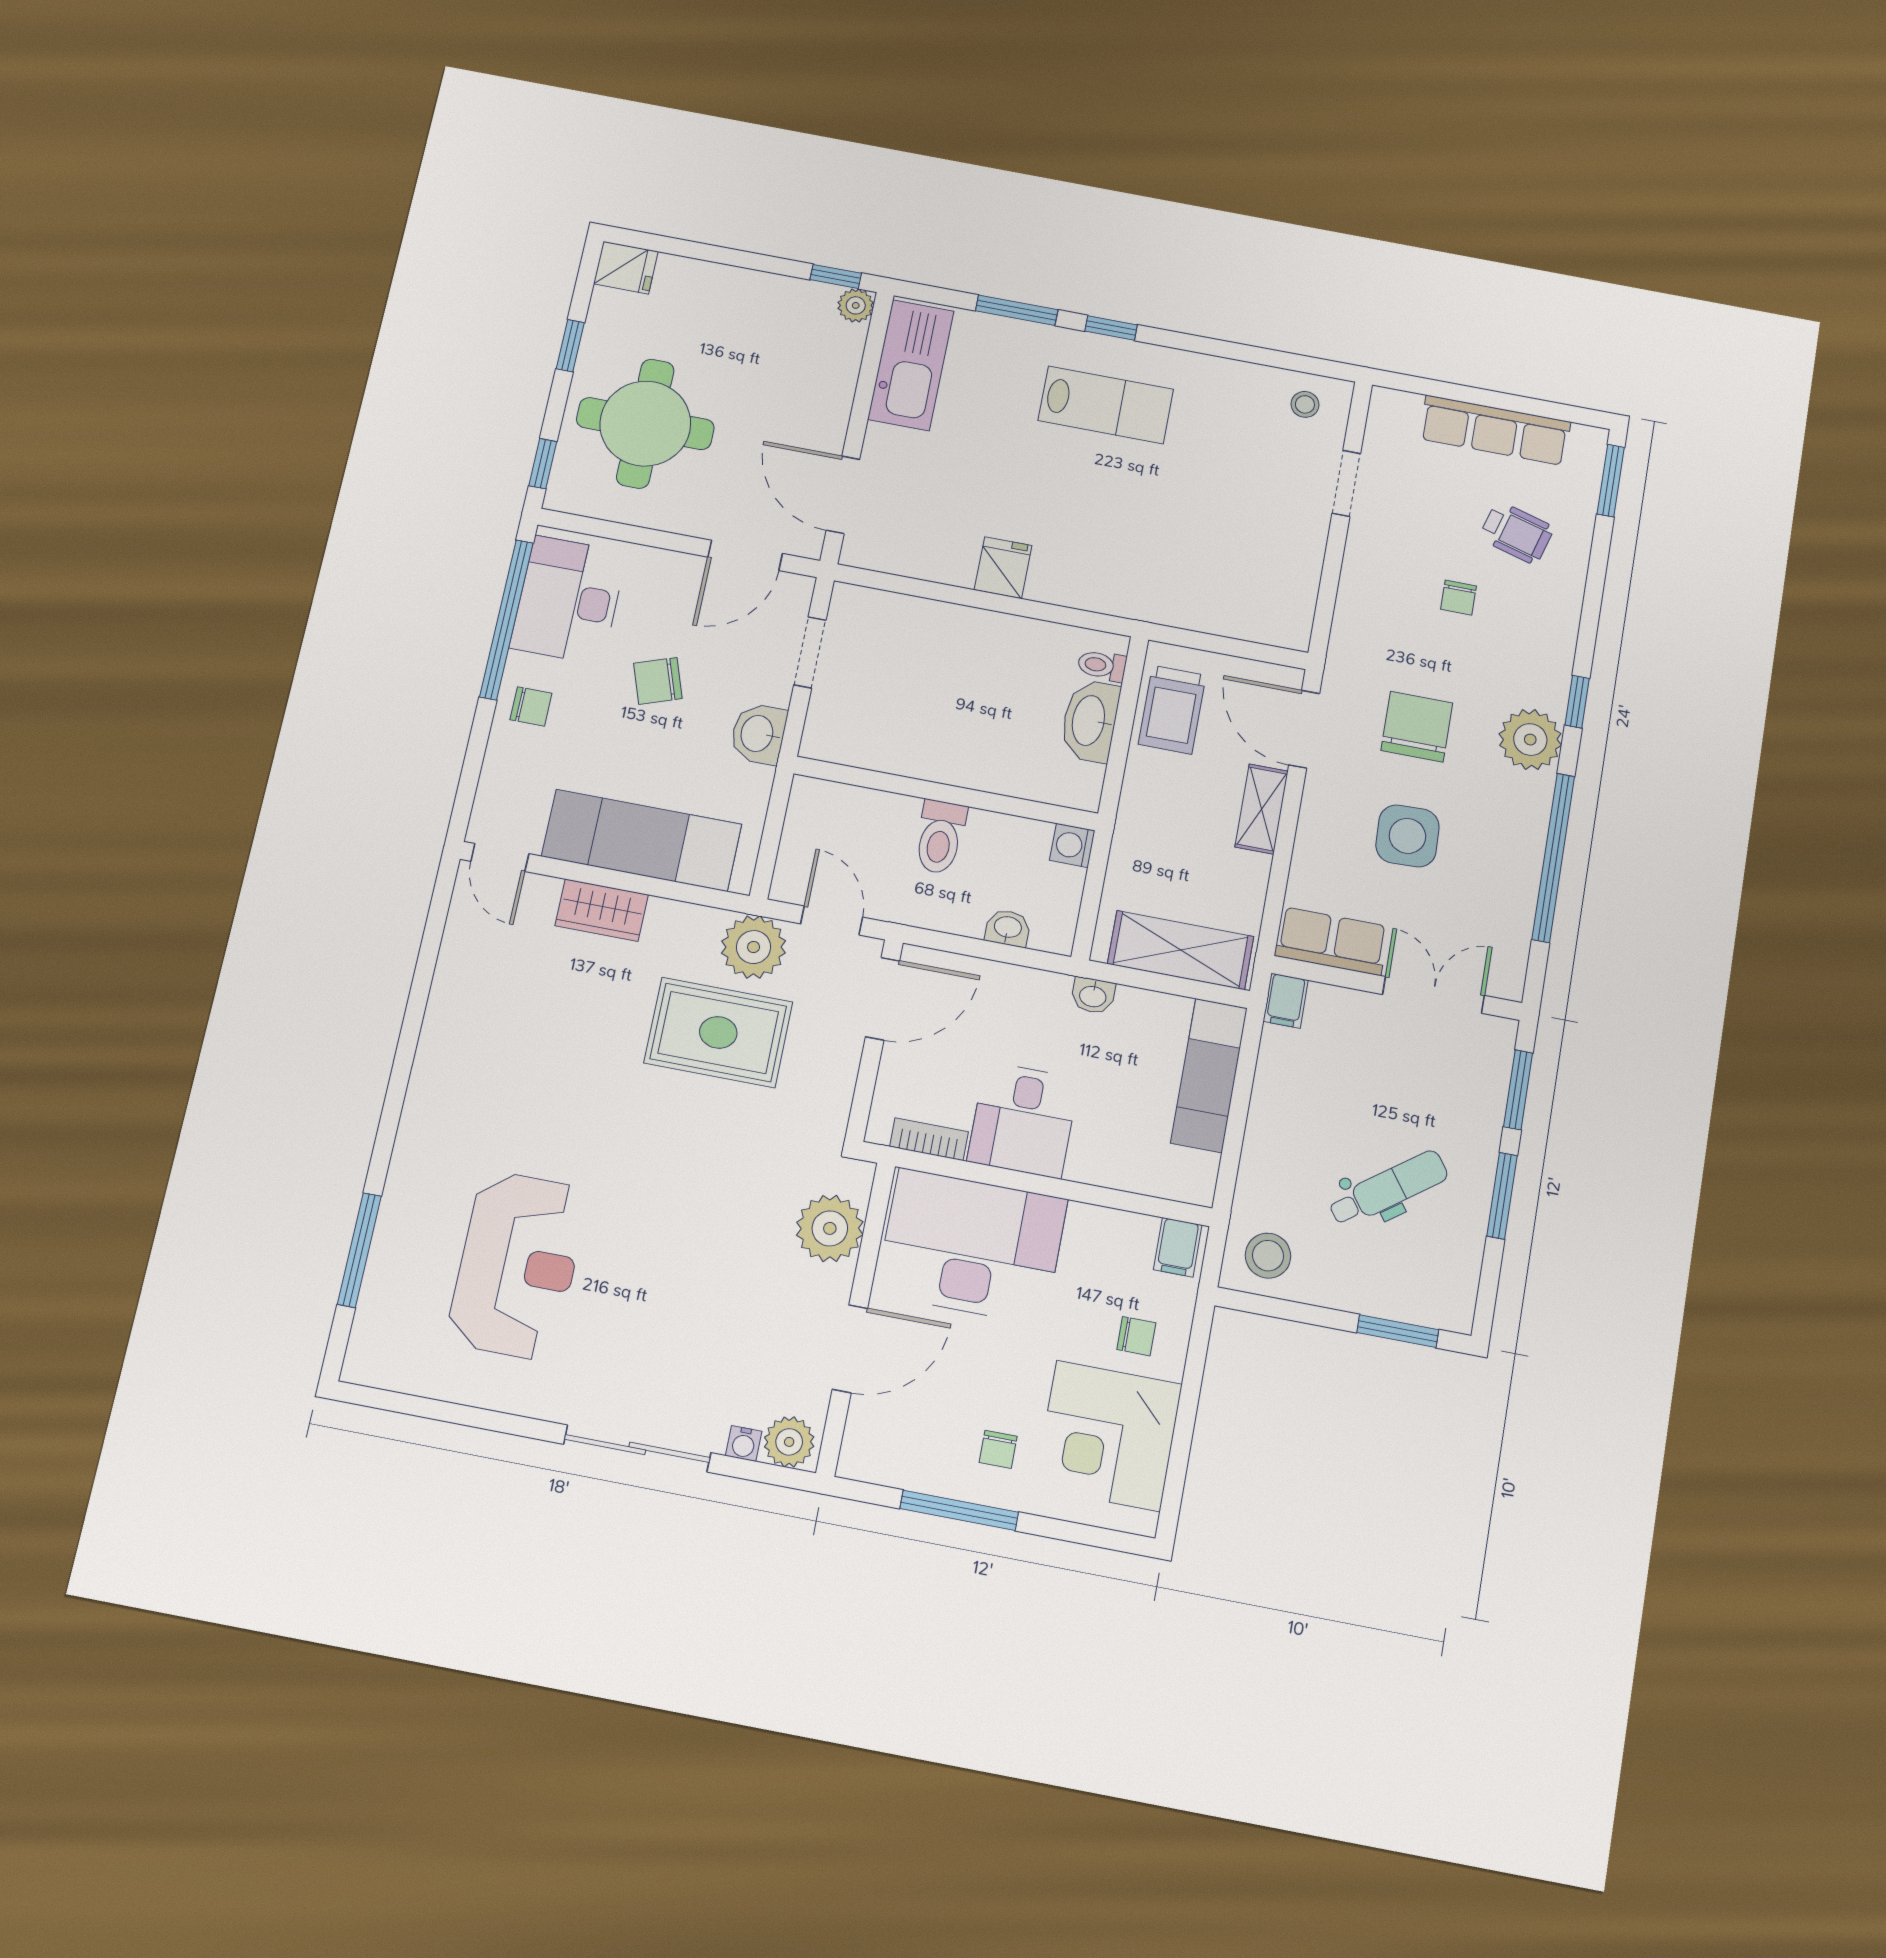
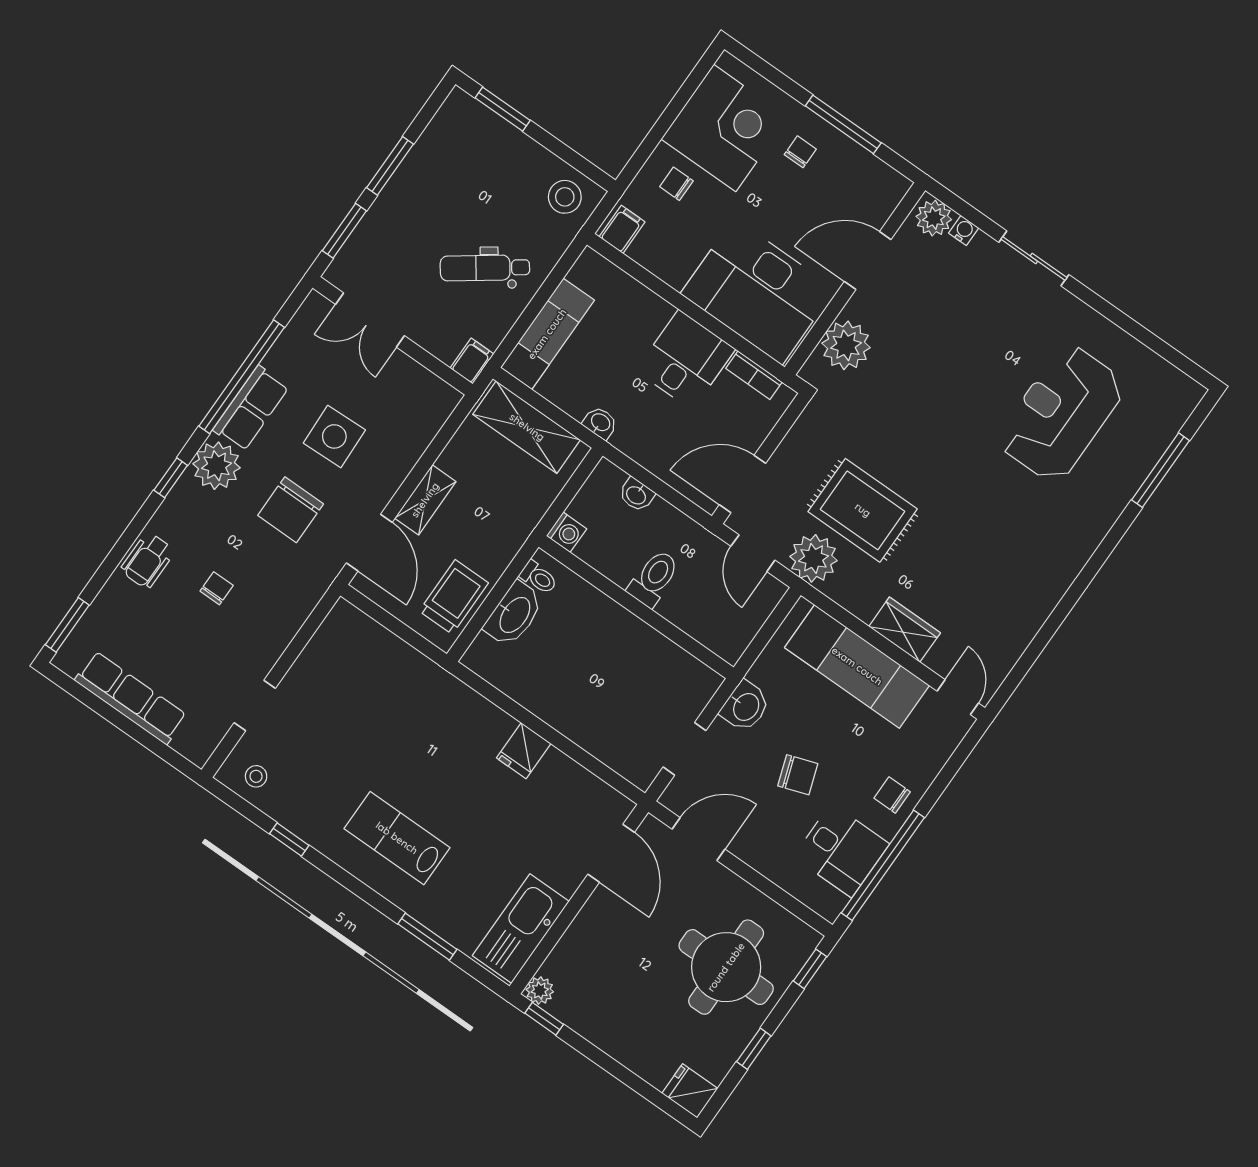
window: (1111, 328) -> (289, 840), moved
wheelchair: (1516, 533) -> (148, 561), moved, turned -106
desk: (569, 600) -> (841, 850), width x0.73
toilet: (1102, 665) -> (538, 577), moved
row of seats: (1332, 941) -> (251, 408), moved, turned -90
dental chair: (1388, 1189) -> (485, 268), moved
sliding door: (637, 1448) -> (1034, 258), width x0.73

